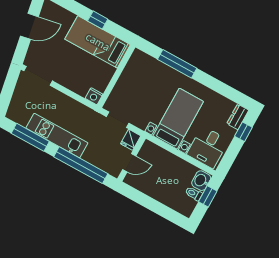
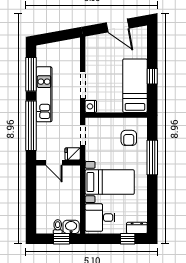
doorway: (38, 76) -> (83, 85), moved
armchair: (145, 76) -> (129, 138), added

